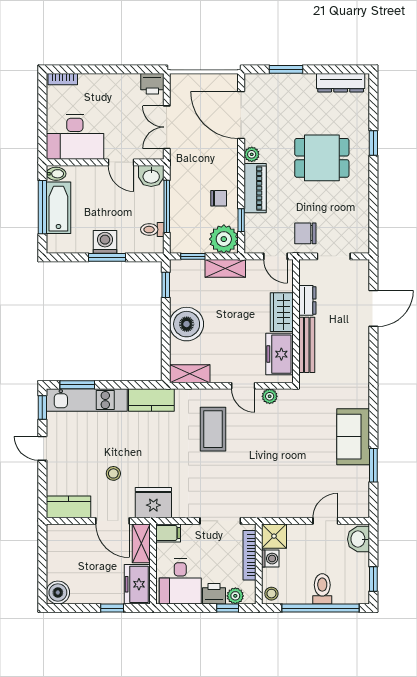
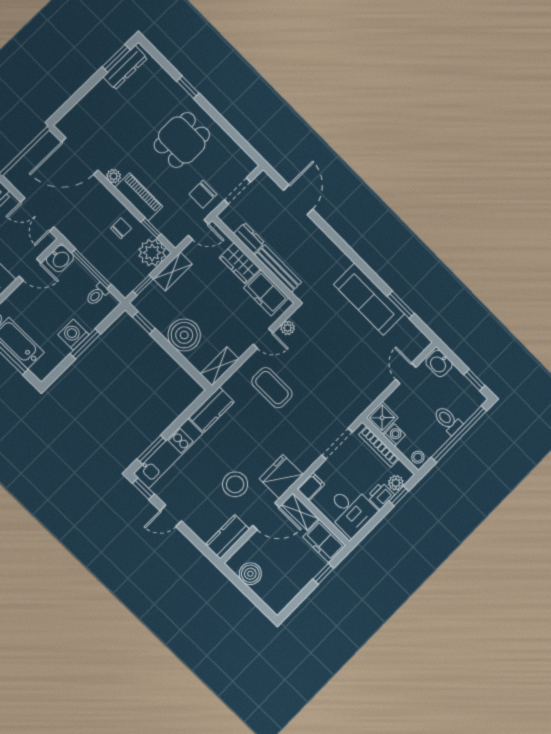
window: (286, 69) -> (116, 58), moved
dining table: (322, 158) -> (182, 140), moved
sofa: (353, 437) -> (369, 299), width x1.36
stool: (113, 473) -> (235, 484), width x1.89, depth x1.89
boiler: (58, 592) -> (250, 574), moved

